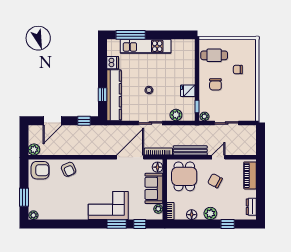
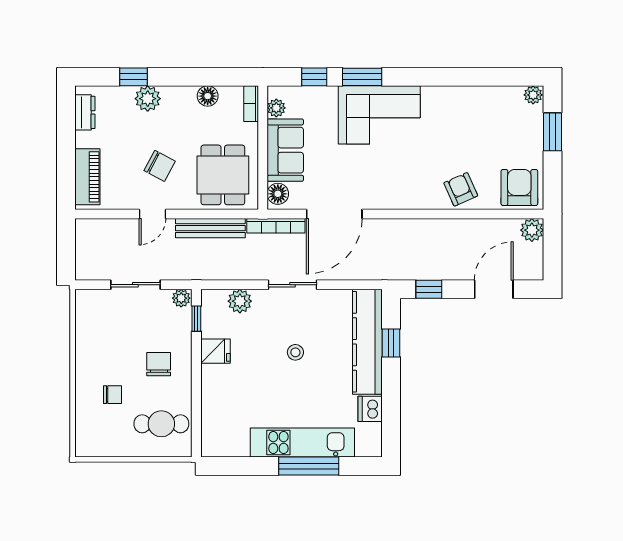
window: (131, 35) -> (309, 466), moved
armchair: (40, 170) -> (519, 188), turned 90
plant: (210, 213) -> (148, 99), moved

